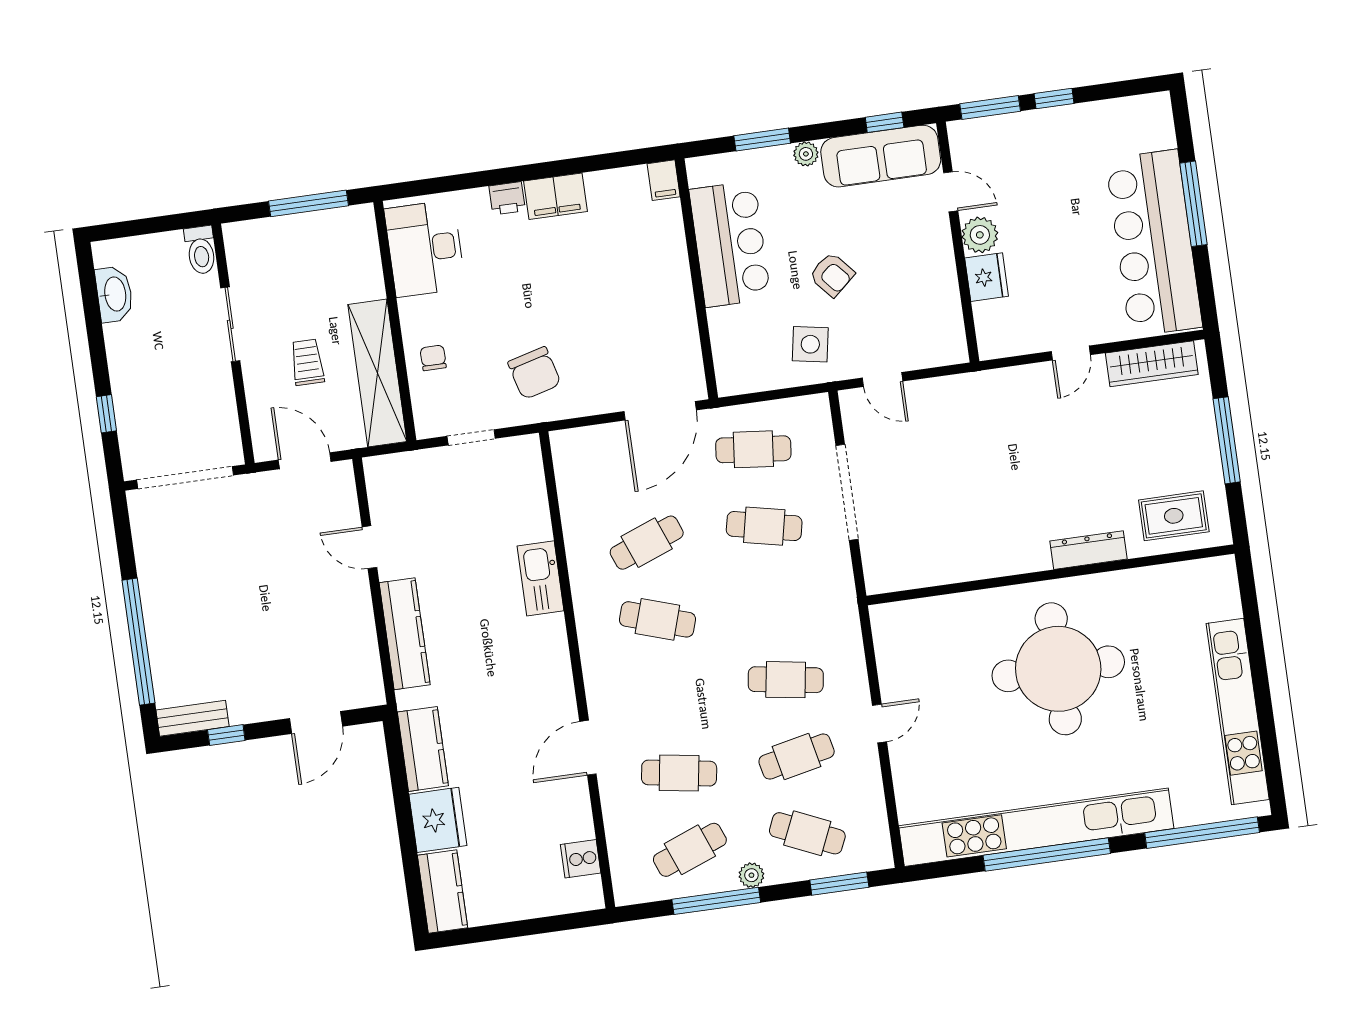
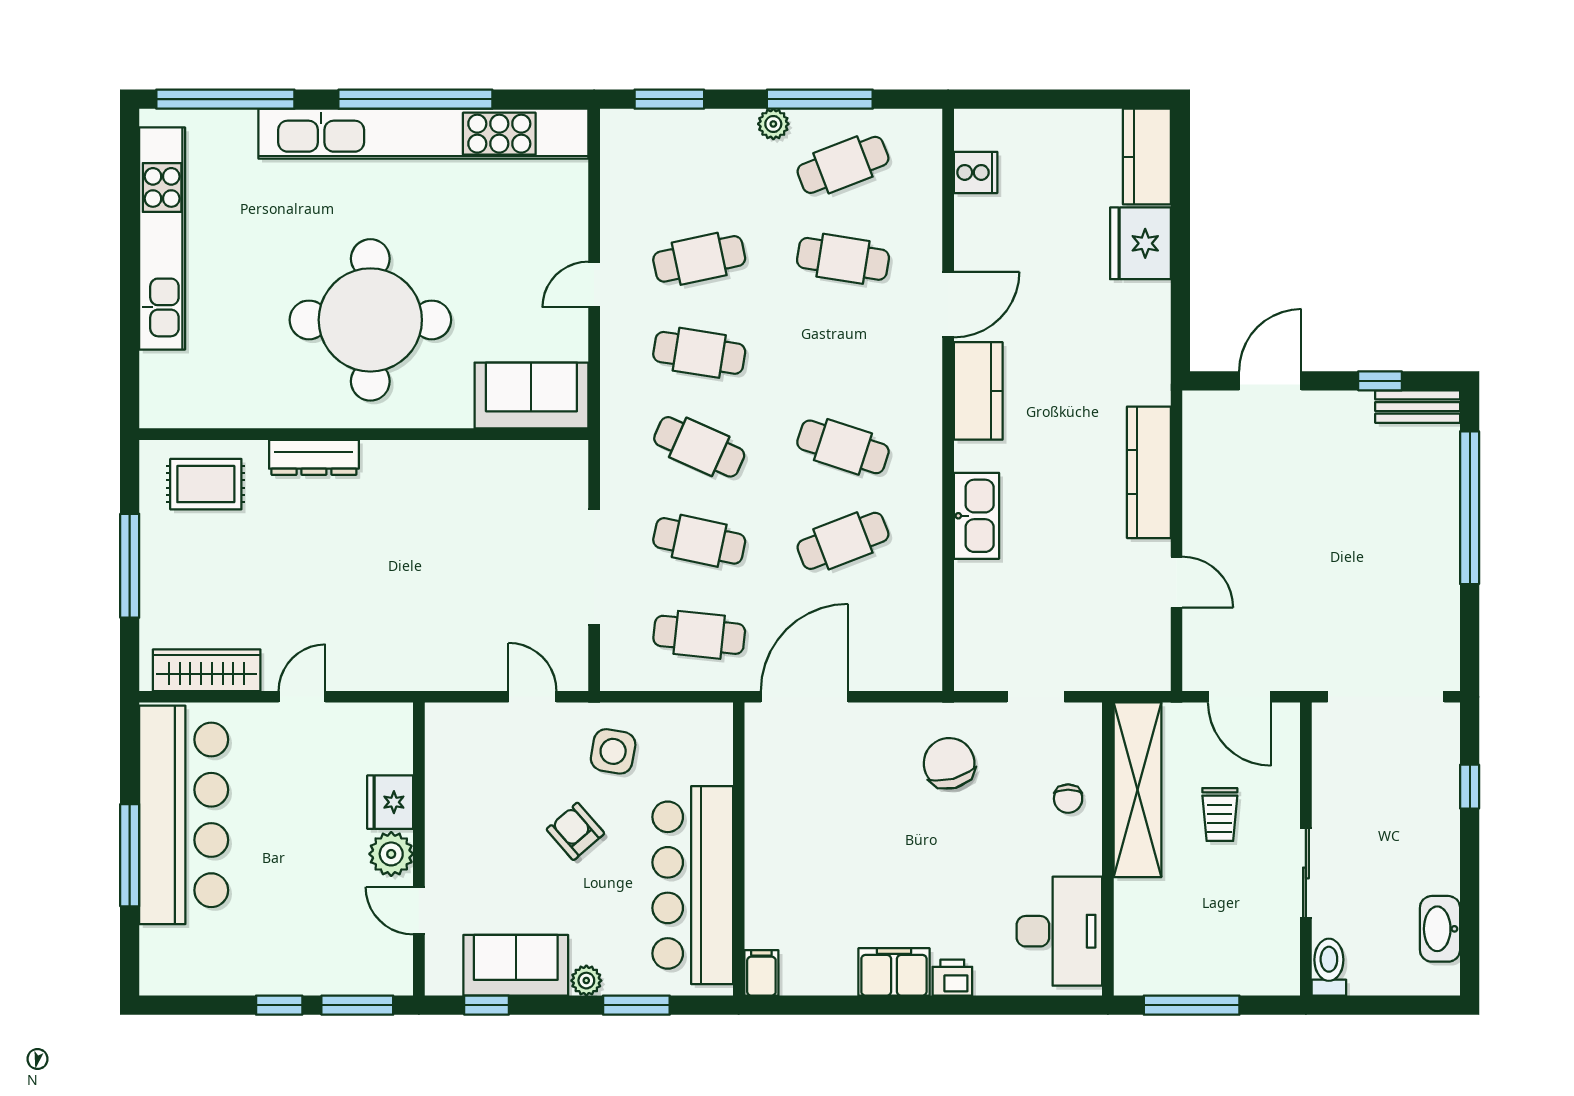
sofa: (881, 156) -> (516, 965), width x0.73
bar counter: (730, 244) -> (693, 885), width x1.36
sofa: (918, 626) -> (531, 395), added
kitchen counter: (423, 749) -> (978, 391), moved, turned 180
cafe table: (807, 833) -> (699, 447), moved

